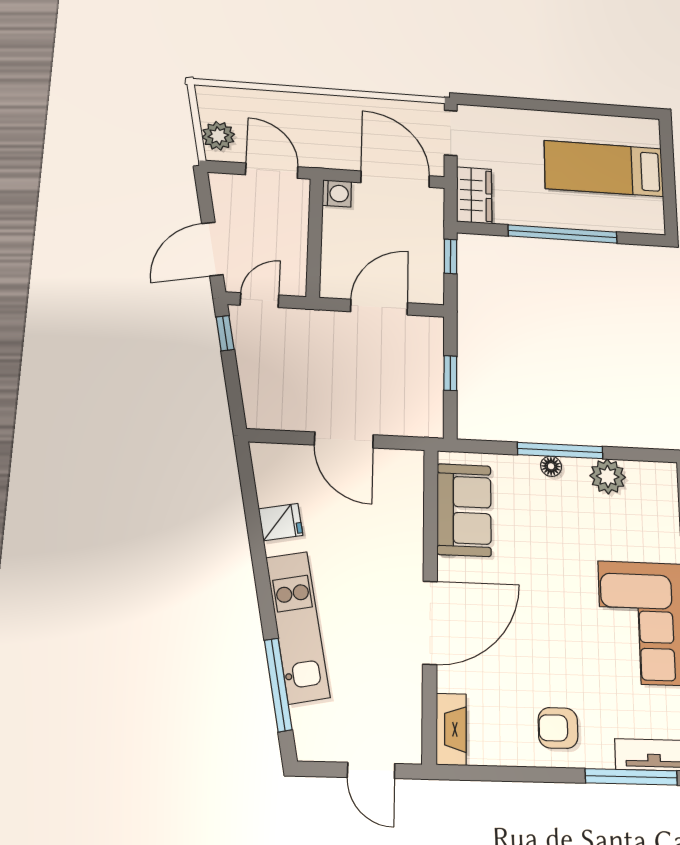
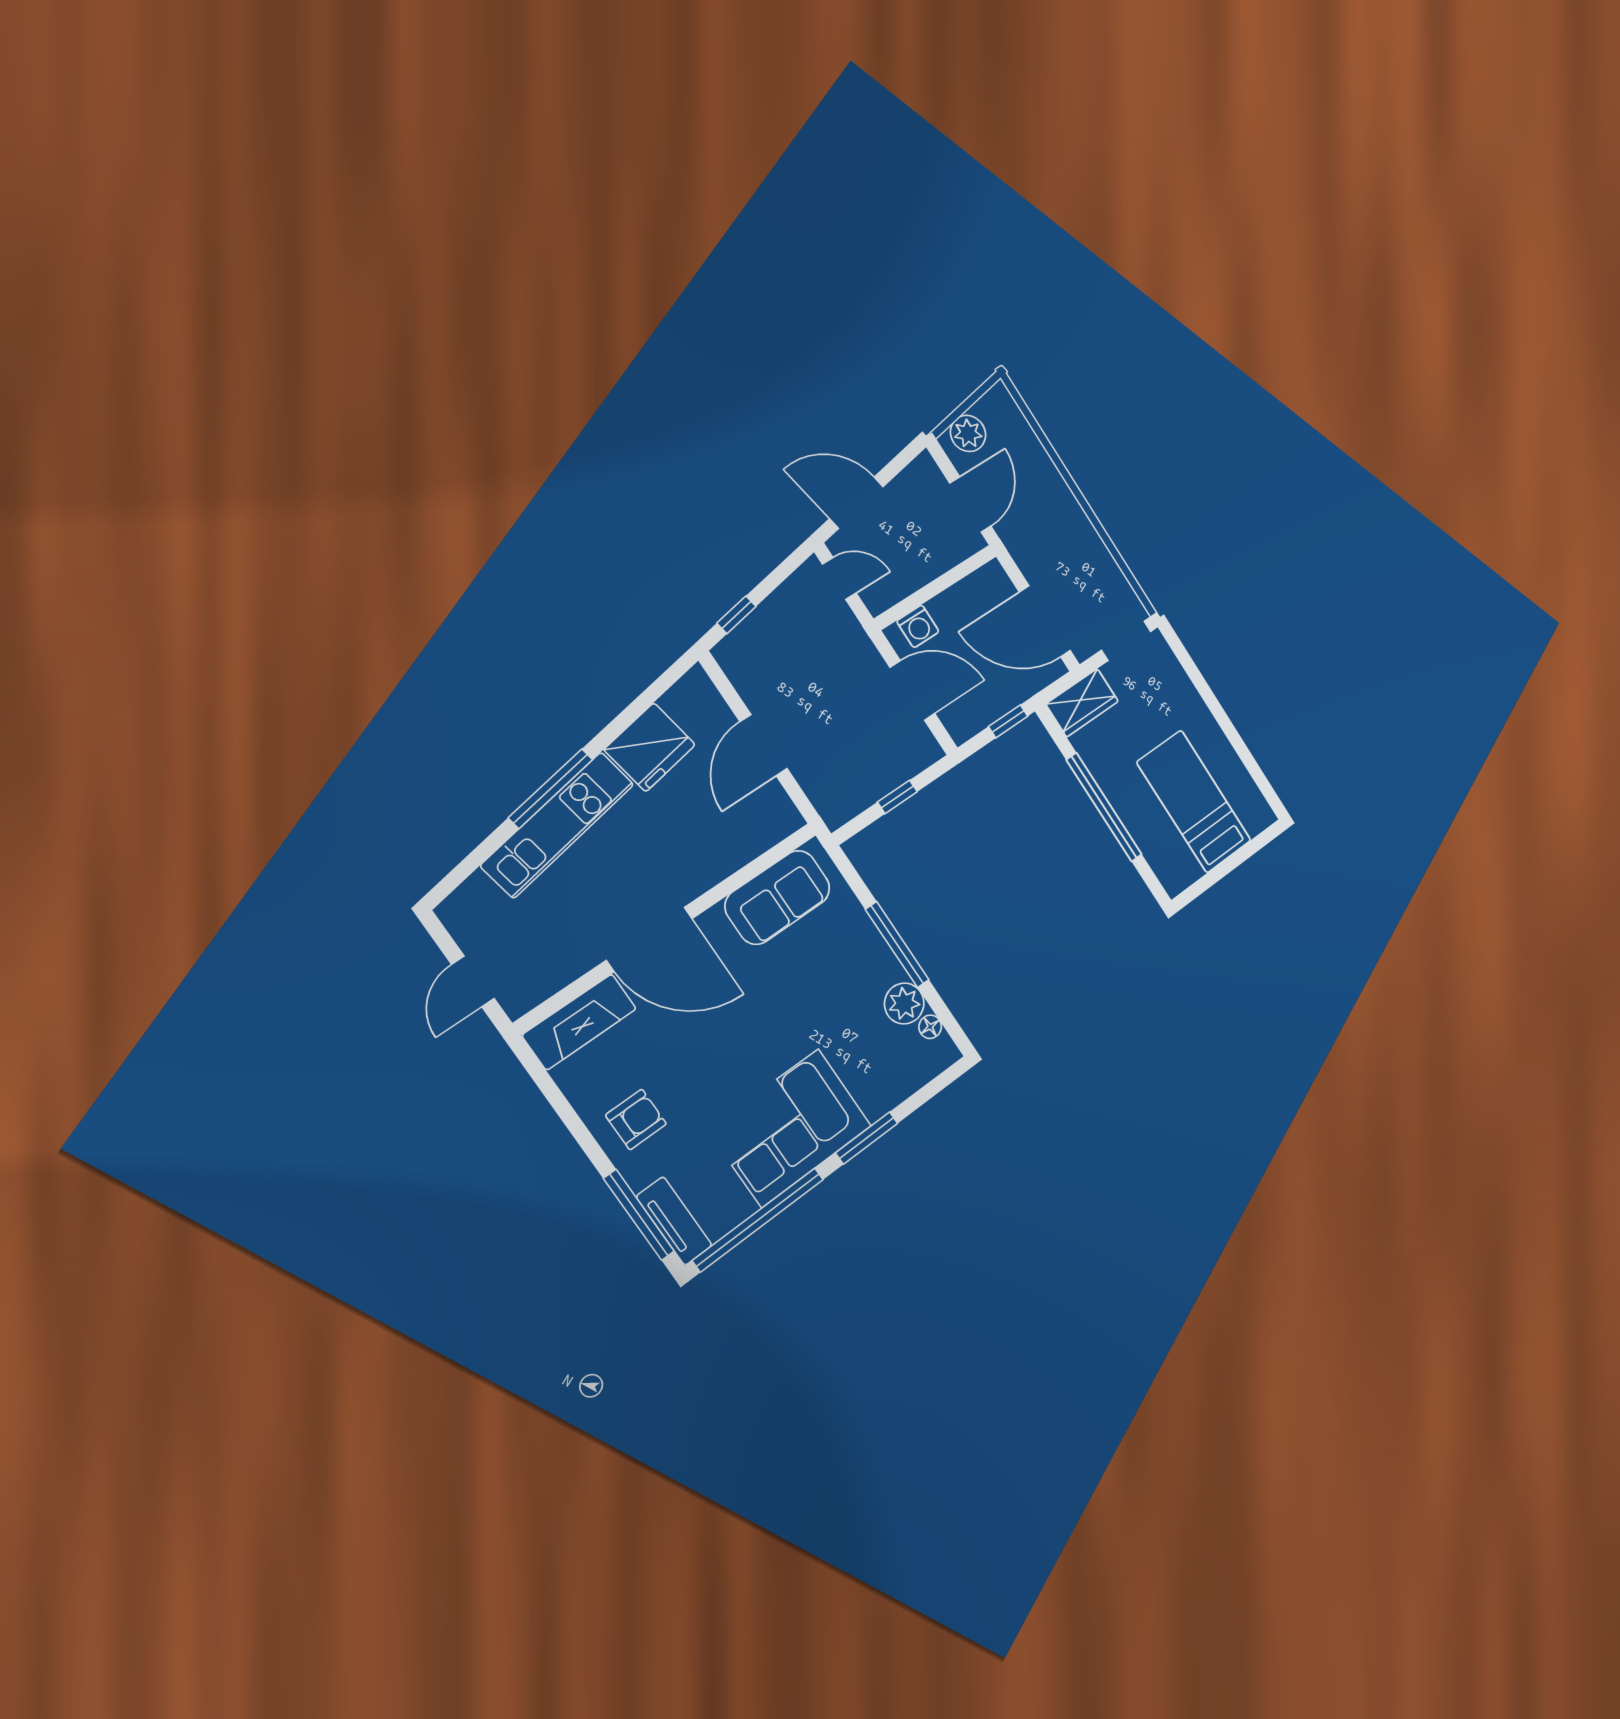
door: (395, 179) -> (1045, 621), swing flipped
washing machine: (337, 193) -> (918, 626), moved
window: (225, 333) -> (736, 615), moved
floor lamp: (551, 466) -> (930, 1027), moved
fridge: (281, 522) -> (650, 747), width x1.88, depth x1.34
window: (278, 685) -> (551, 789), moved
armchair: (558, 728) -> (636, 1120), turned 90
fireplace: (451, 729) -> (579, 1022), width x1.37, depth x1.32

